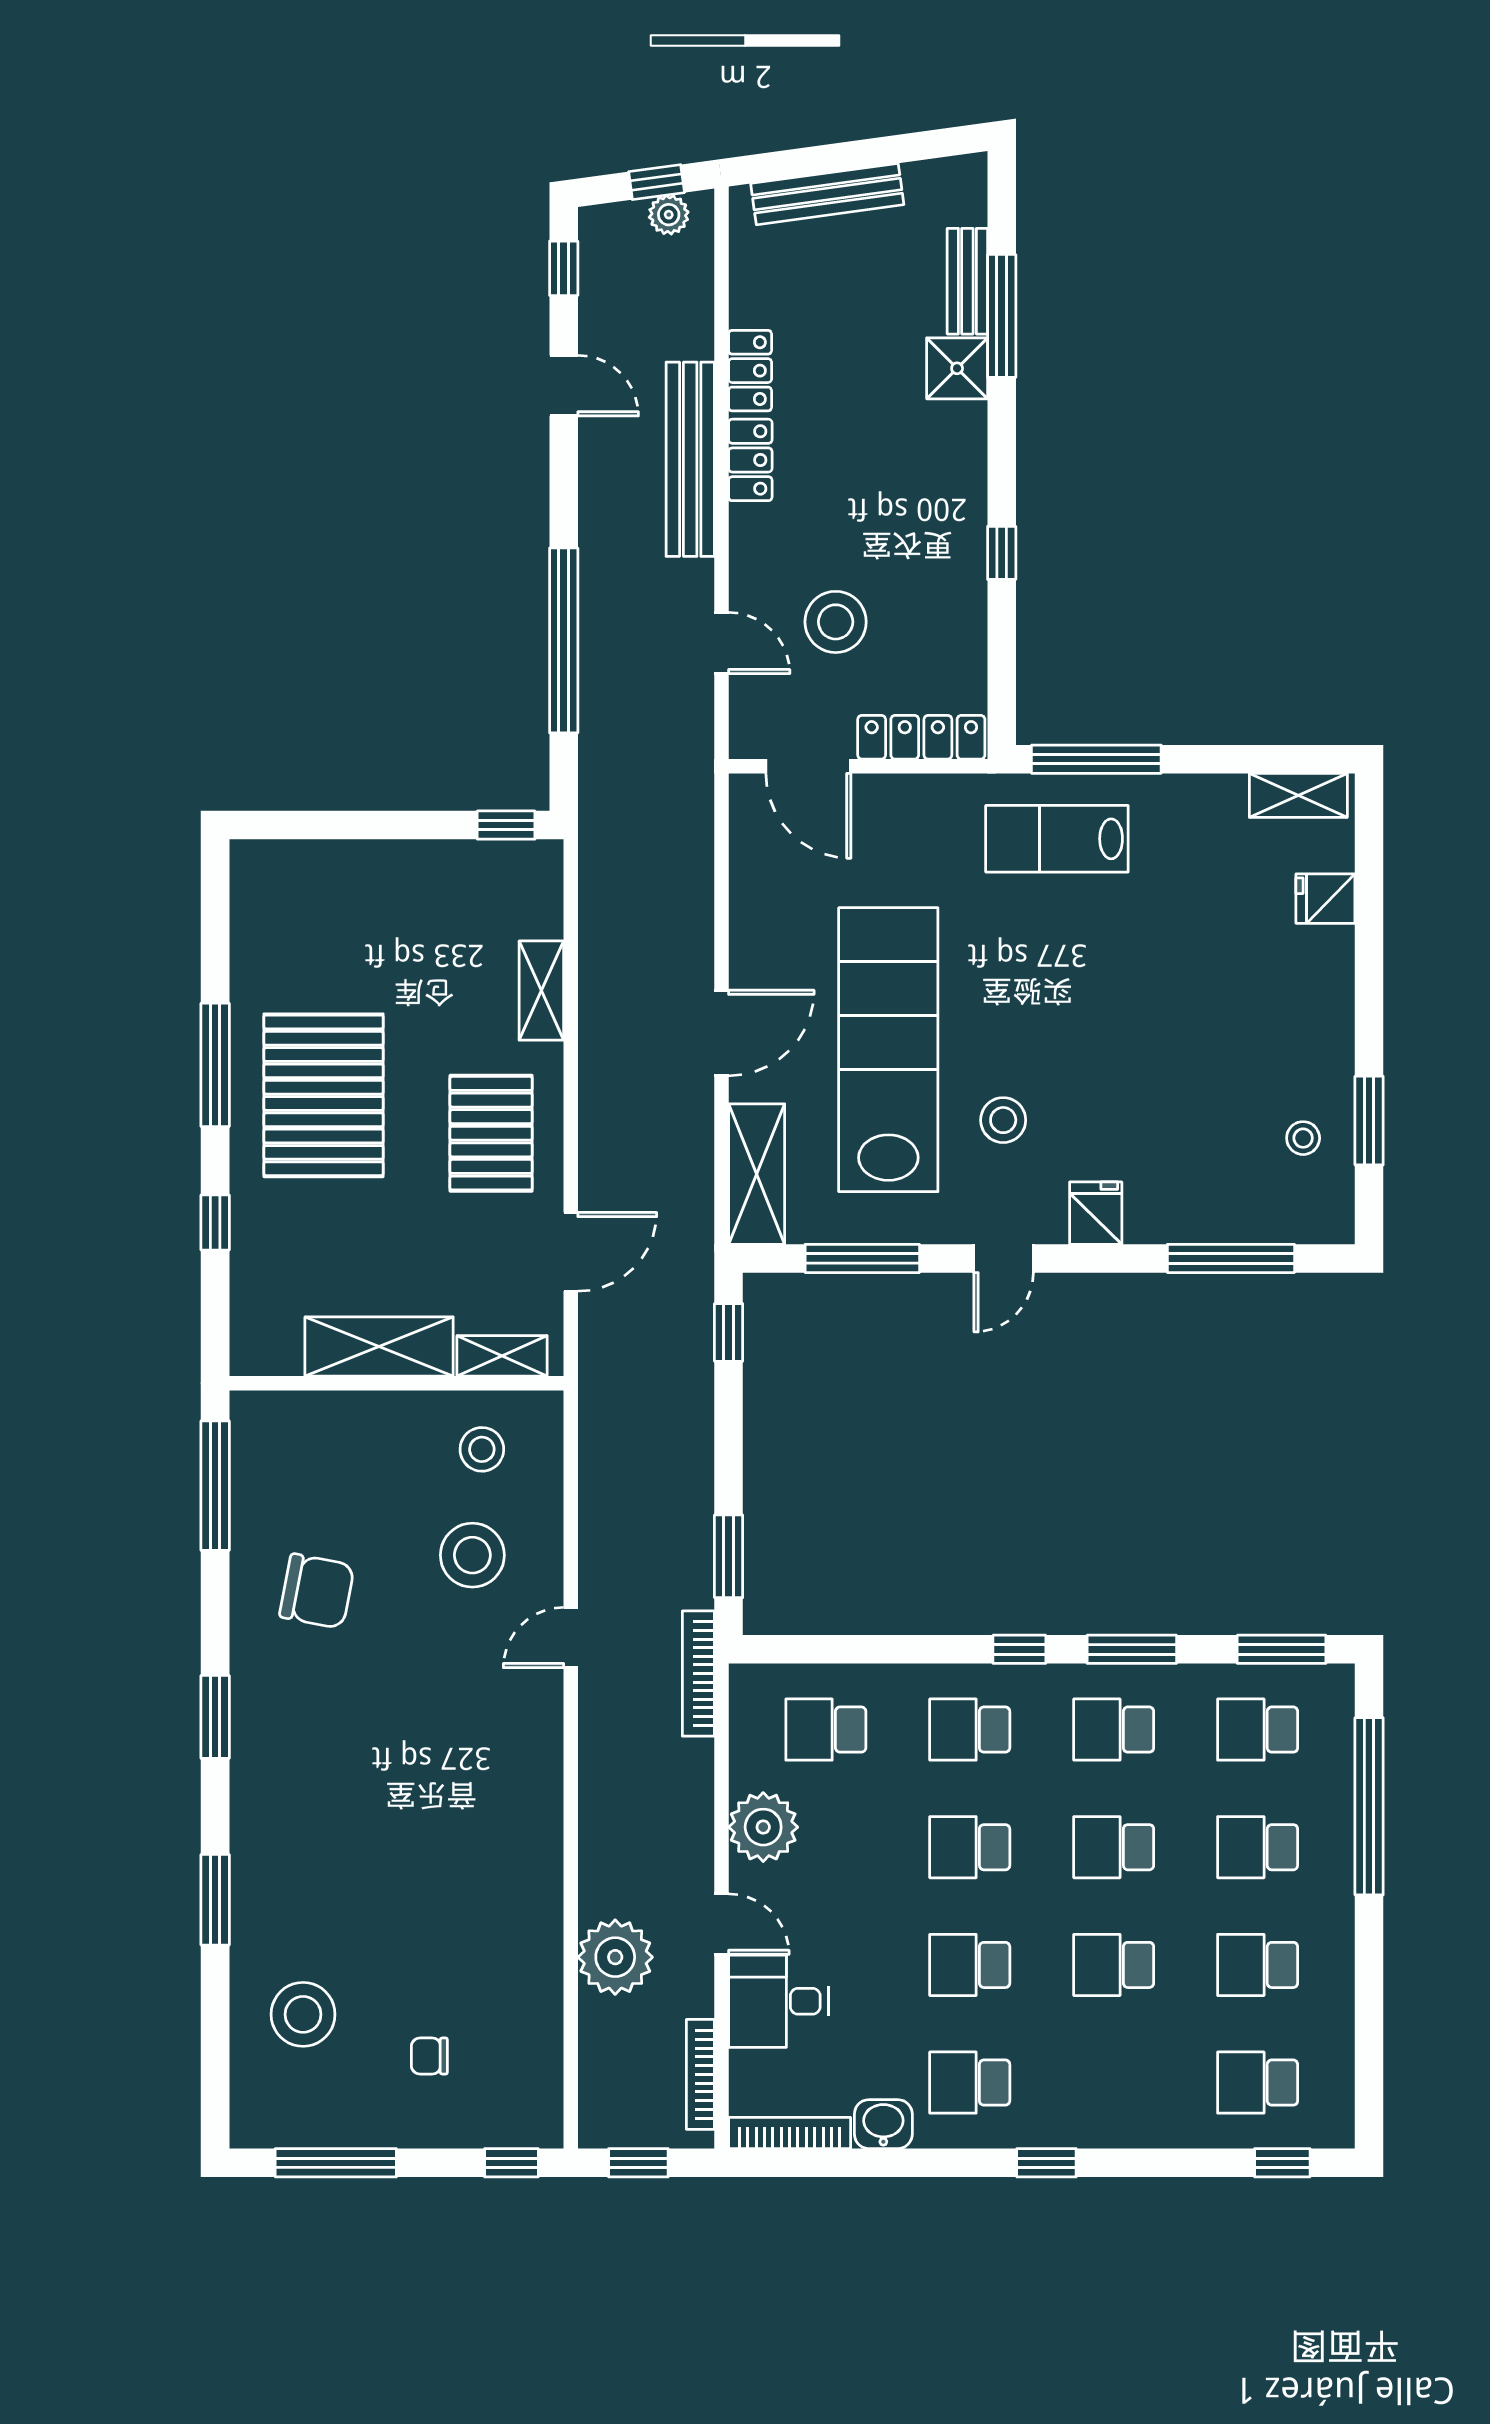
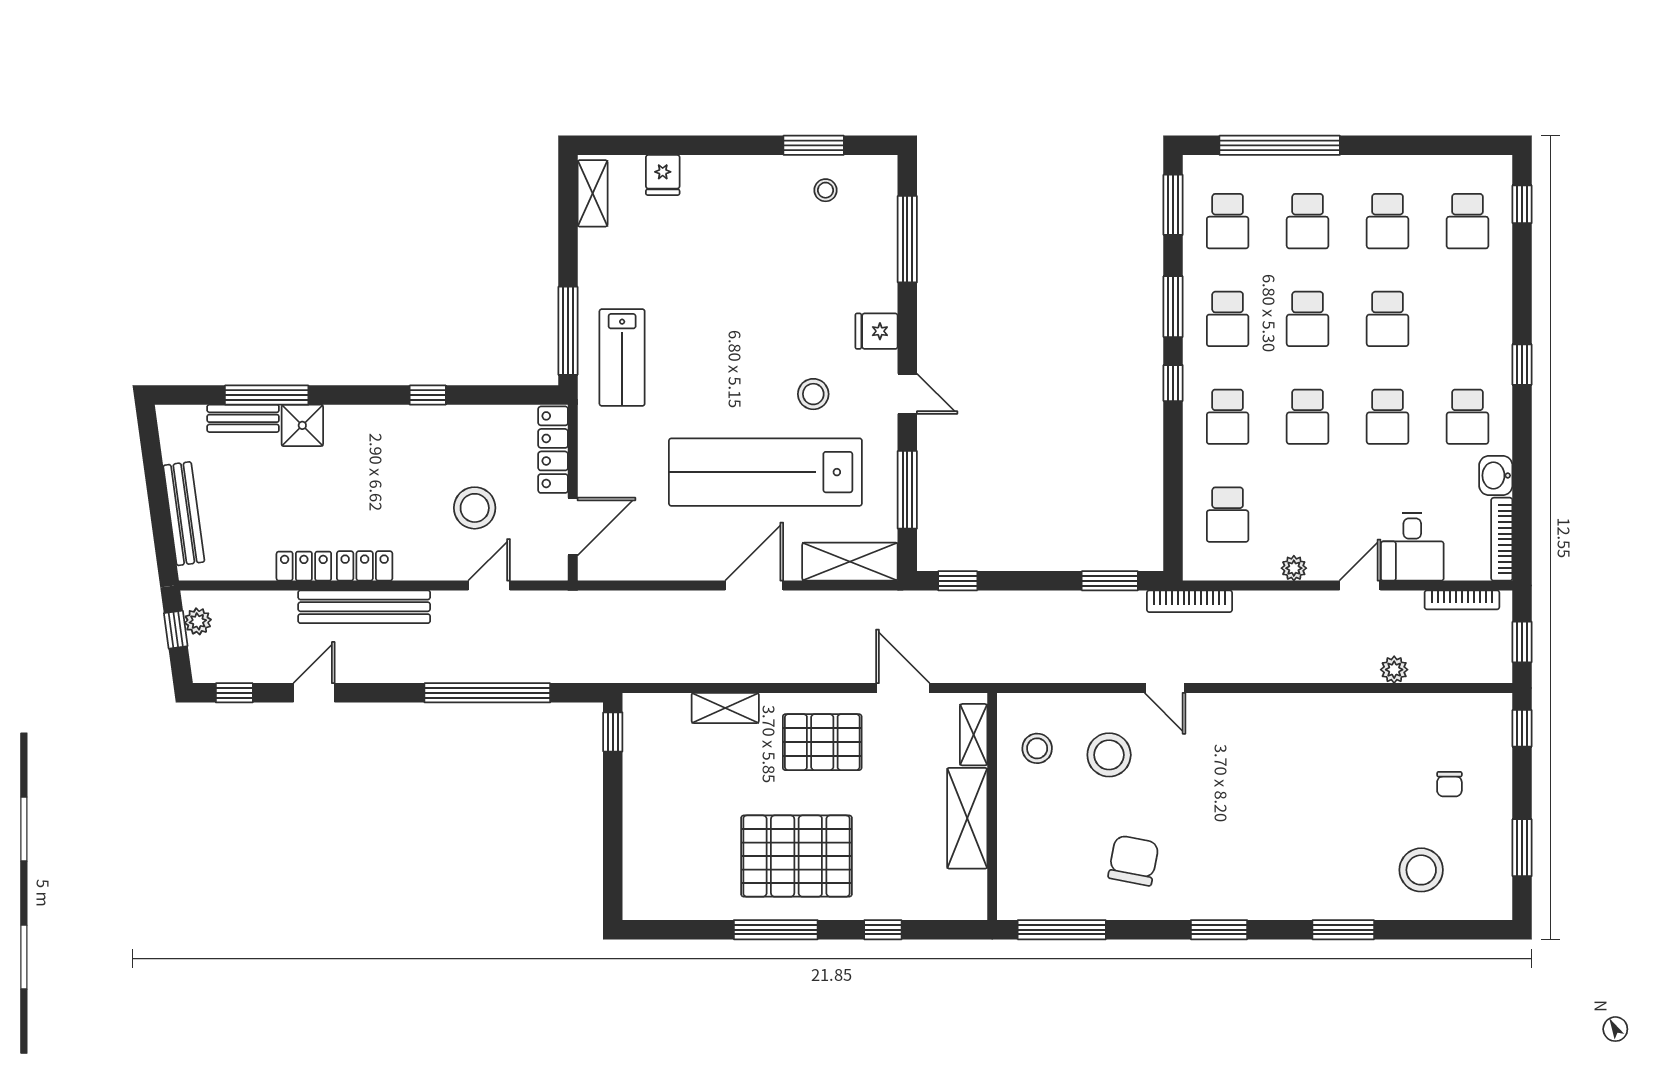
door: (721, 1033) -> (754, 586), hinge flipped
plant: (763, 1827) -> (1294, 568), width x0.53, depth x0.53
plant: (615, 1957) -> (1394, 670), width x0.53, depth x0.53
window: (336, 2163) -> (1522, 848), width x0.69

